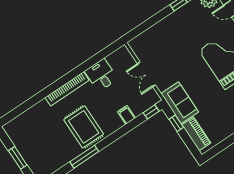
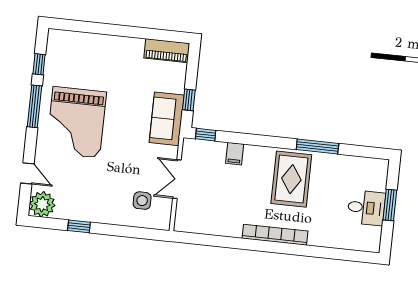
side table: (156, 47) -> (142, 201), added
double door: (146, 74) -> (177, 179), swing flipped
desk: (101, 75) -> (366, 208), moved, turned -90
piano: (196, 134) -> (167, 51), moved, turned -90

